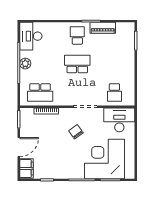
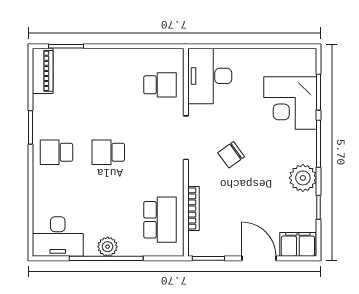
piano: (103, 28) -> (43, 71), moved
school desk: (77, 64) -> (108, 152), width x0.54
corner desk: (104, 159) -> (290, 103), width x0.74, depth x0.74
plant: (63, 171) -> (303, 178), added

